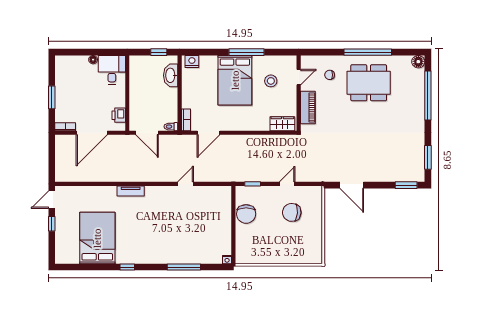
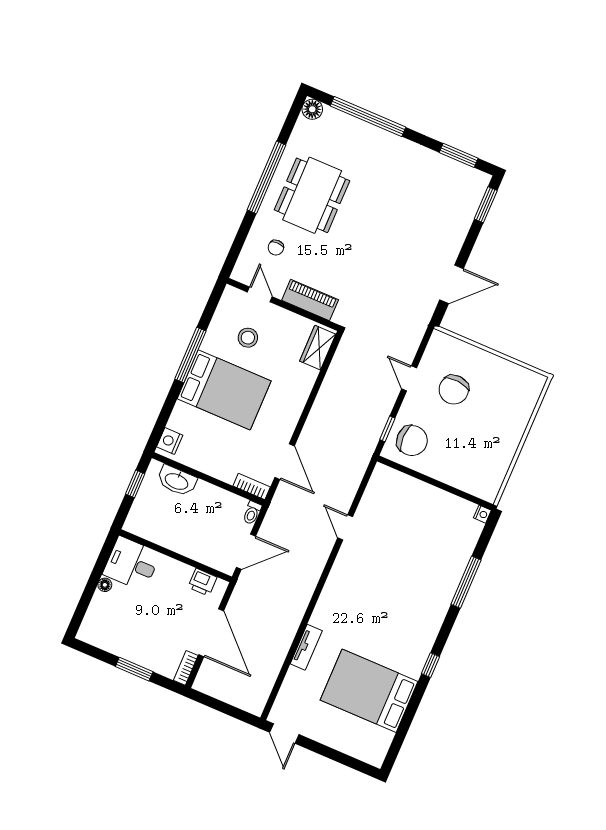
tv unit: (131, 191) -> (306, 647), moved
chair: (246, 214) -> (412, 441), moved
window: (52, 224) -> (320, 749), removed

